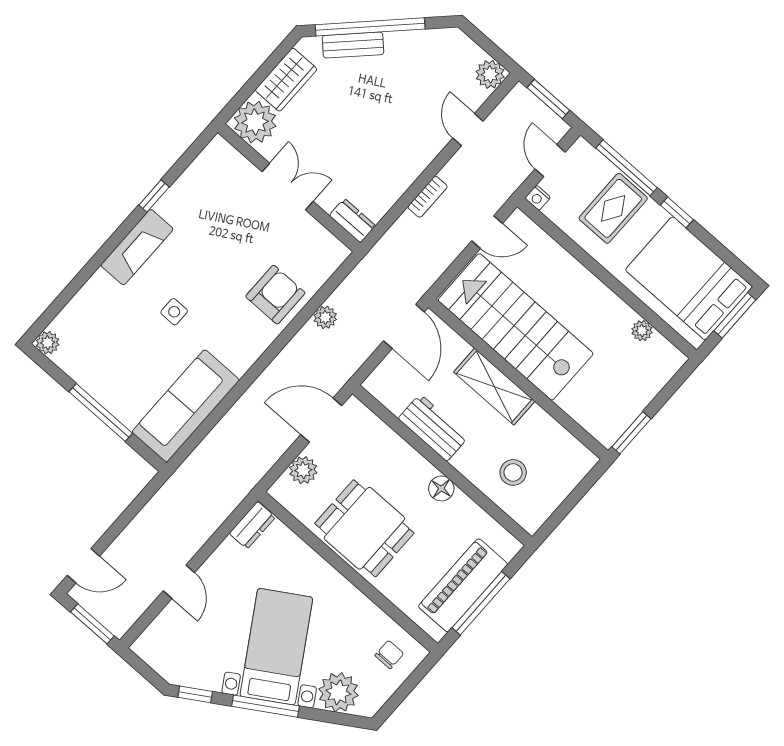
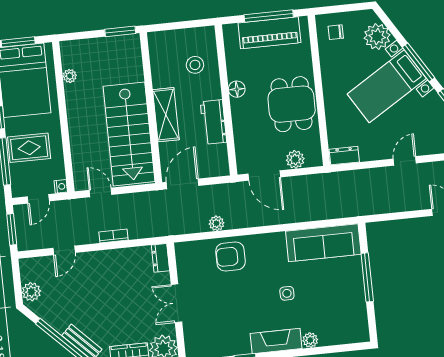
plant: (490, 74) -> (31, 292), moved
plant: (48, 343) -> (310, 340), moved

